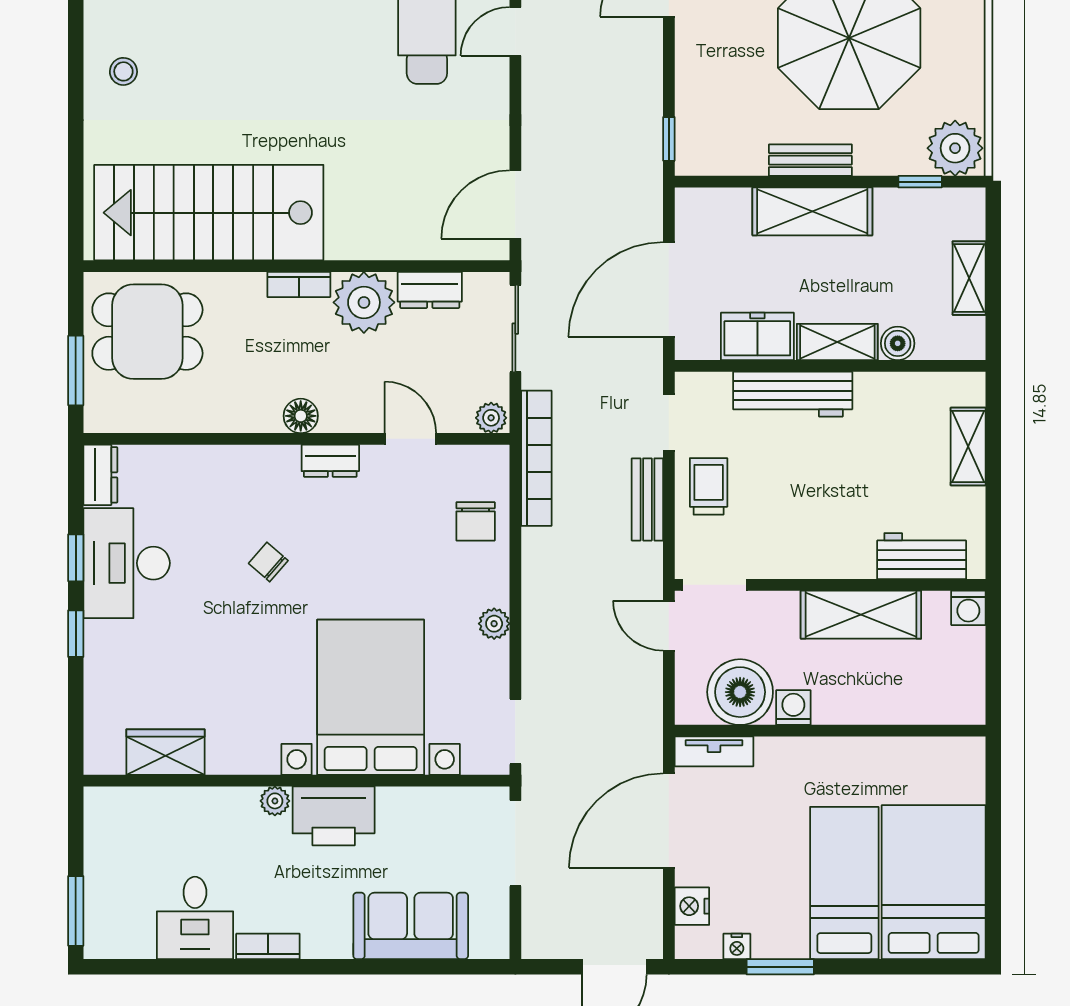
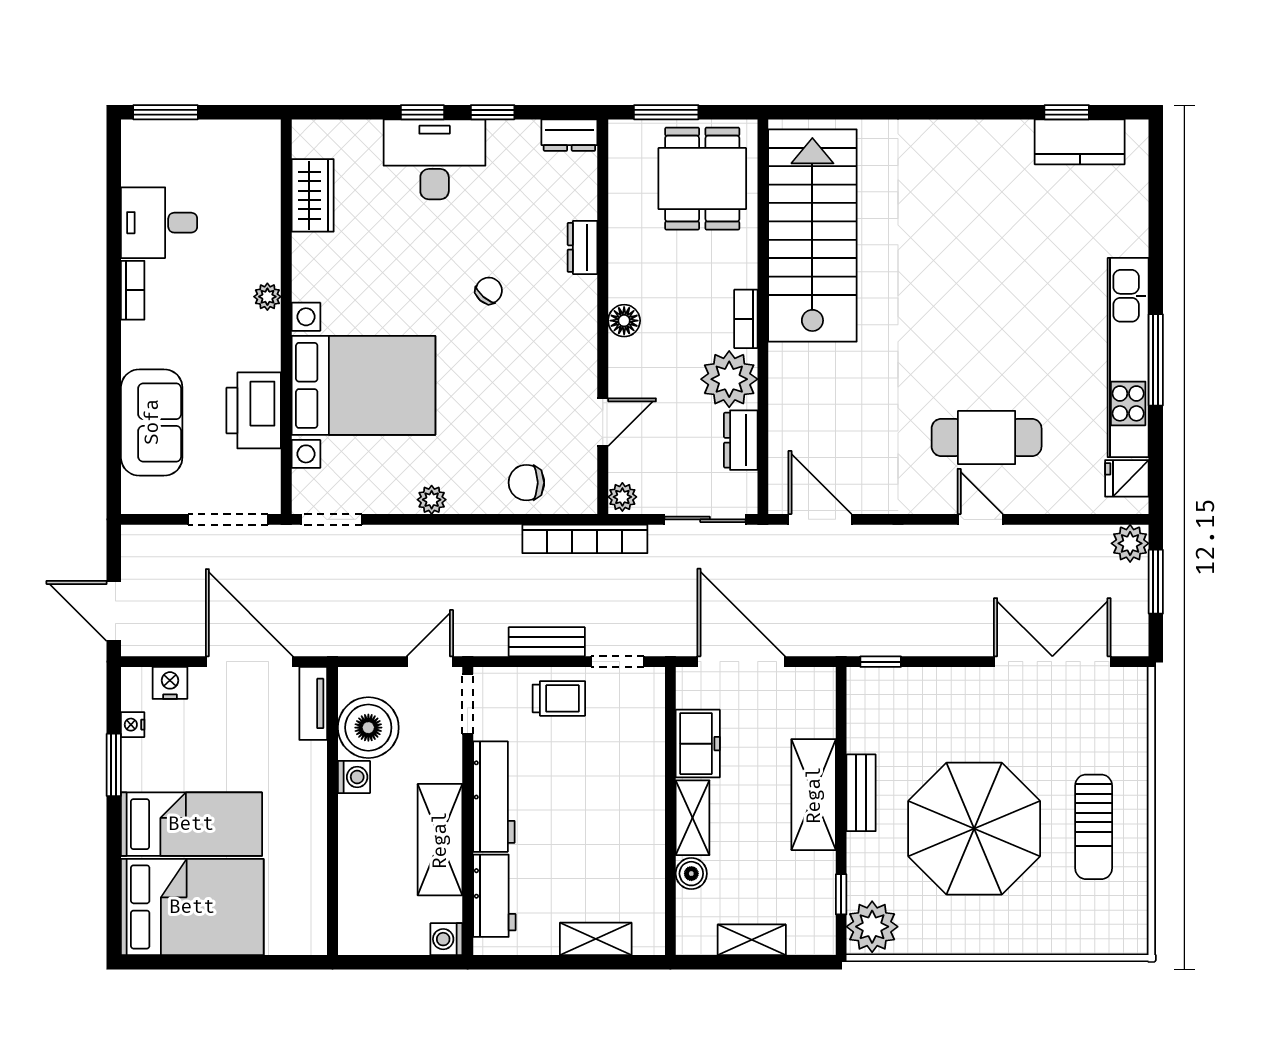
stool: (123, 71) -> (943, 156), removed
workbench: (793, 394) -> (494, 797), moved, turned 180
dresser: (330, 461) -> (583, 247), moved
desk: (127, 563) -> (435, 159), moved
printer: (334, 816) -> (254, 410), moved

